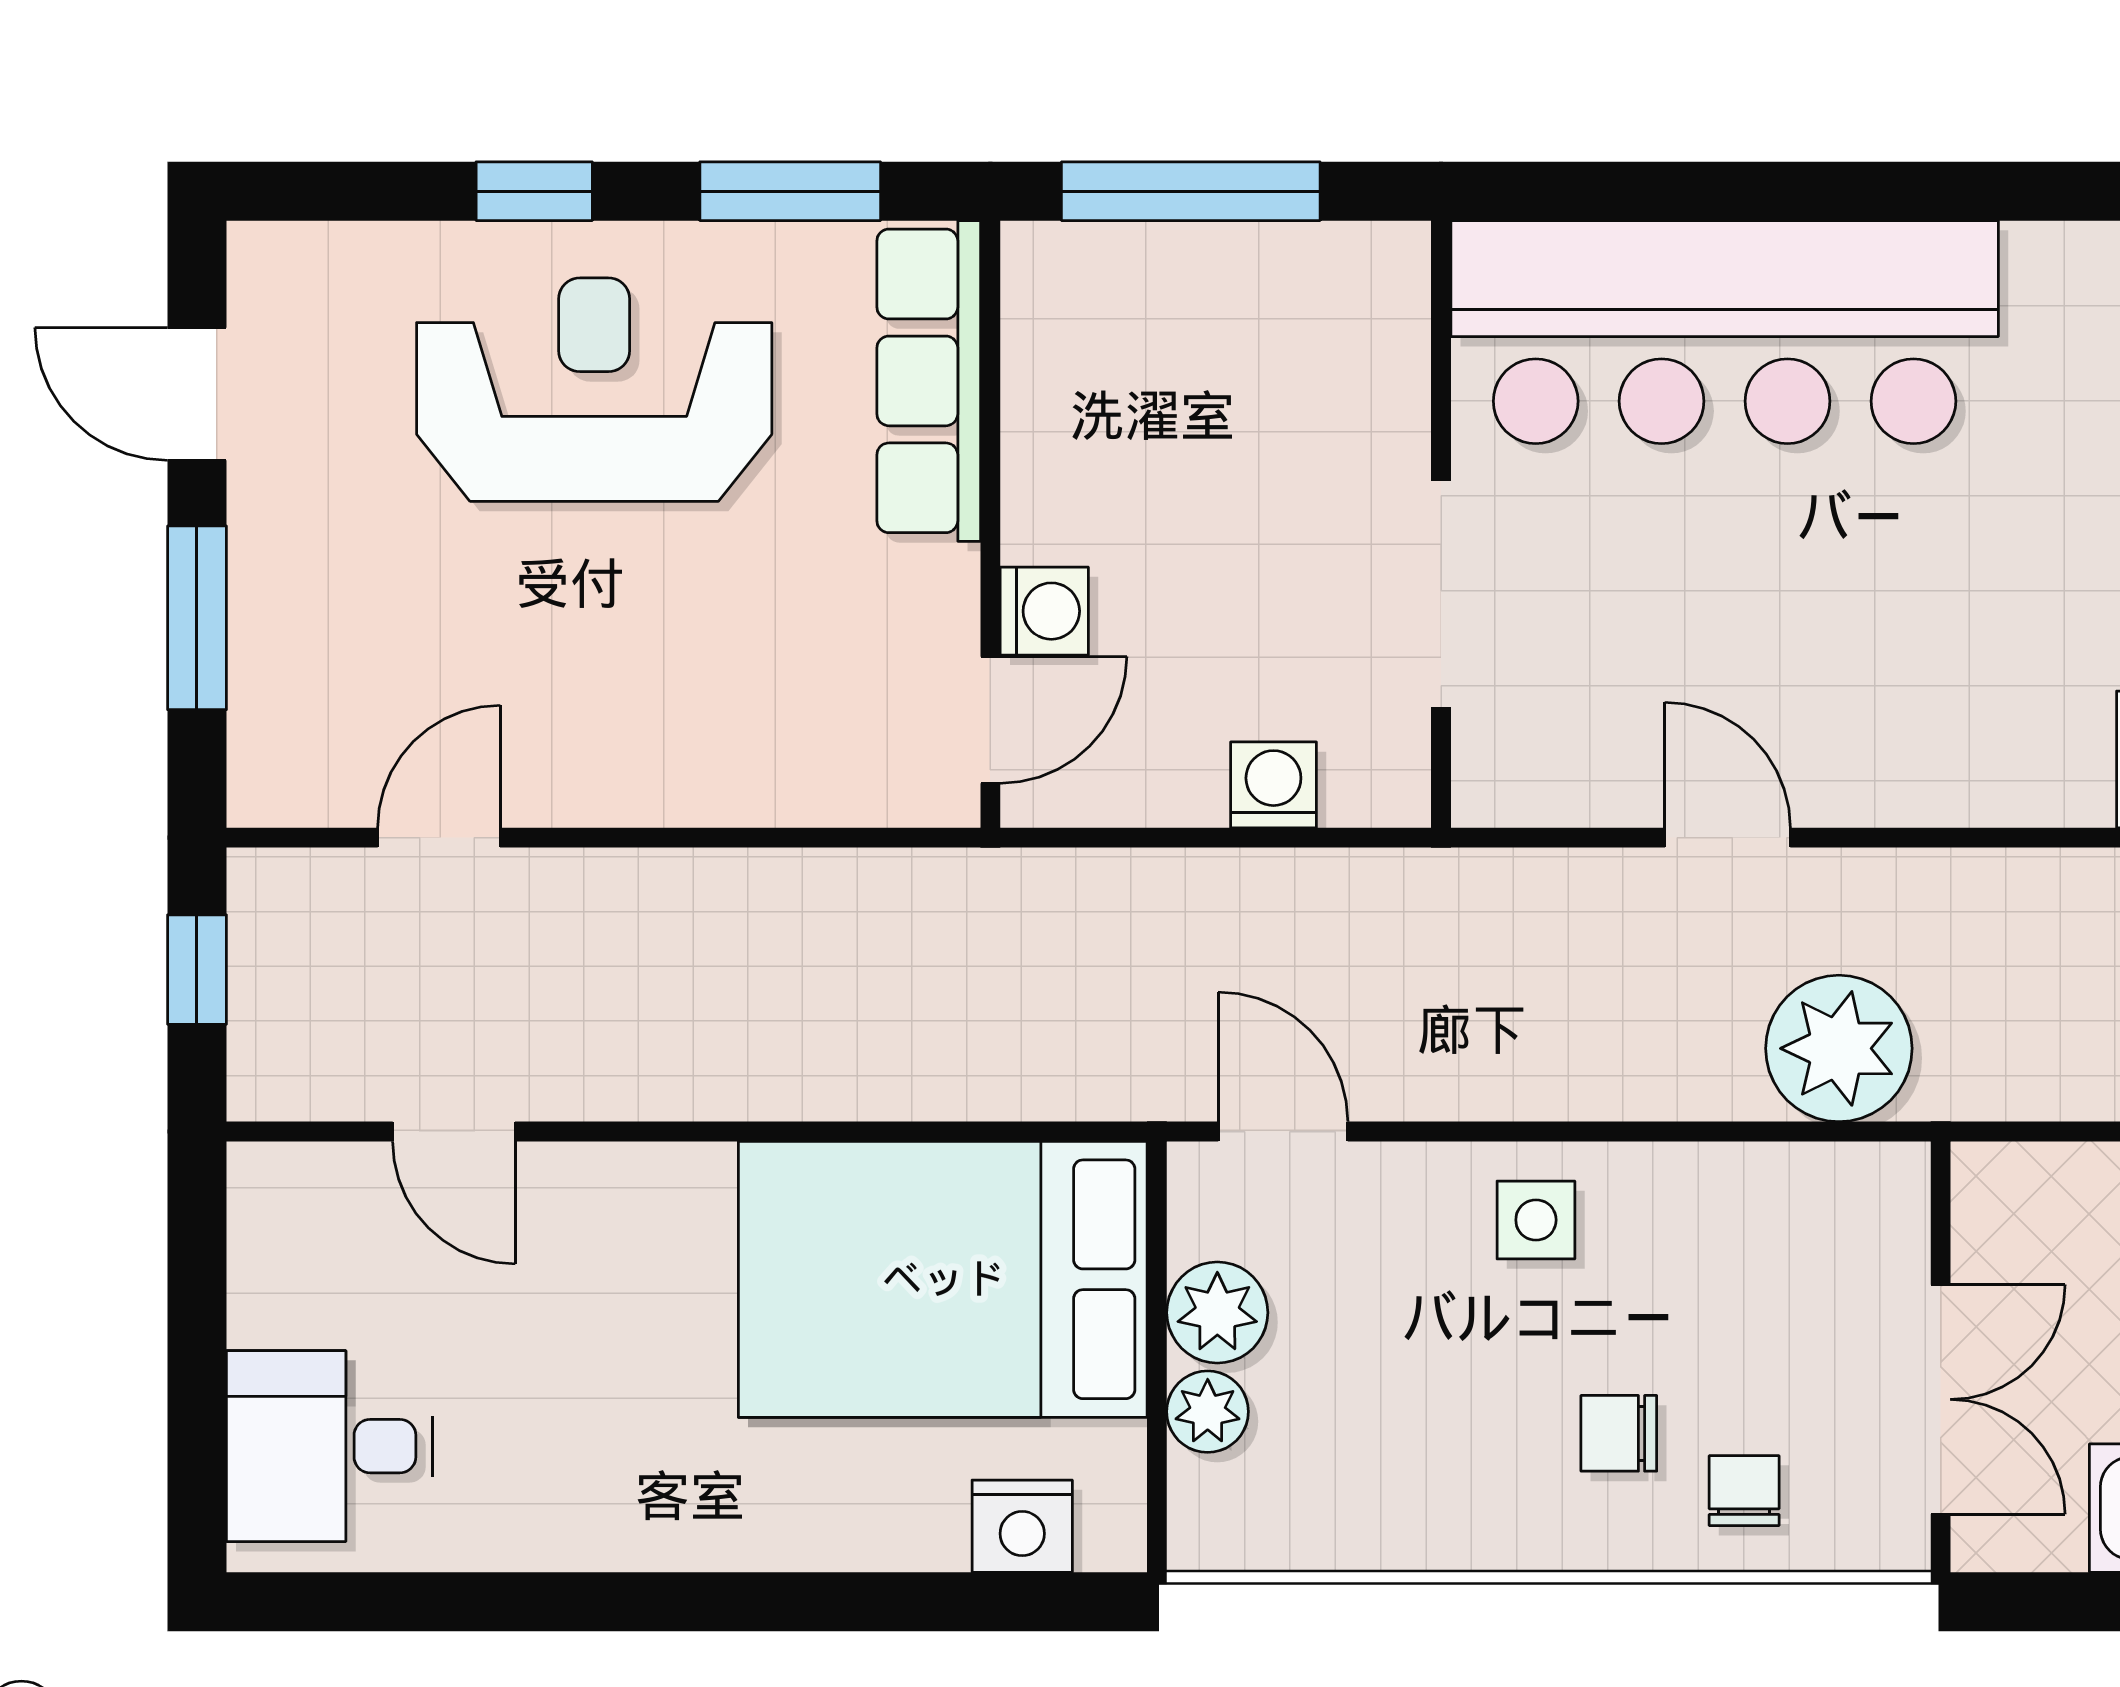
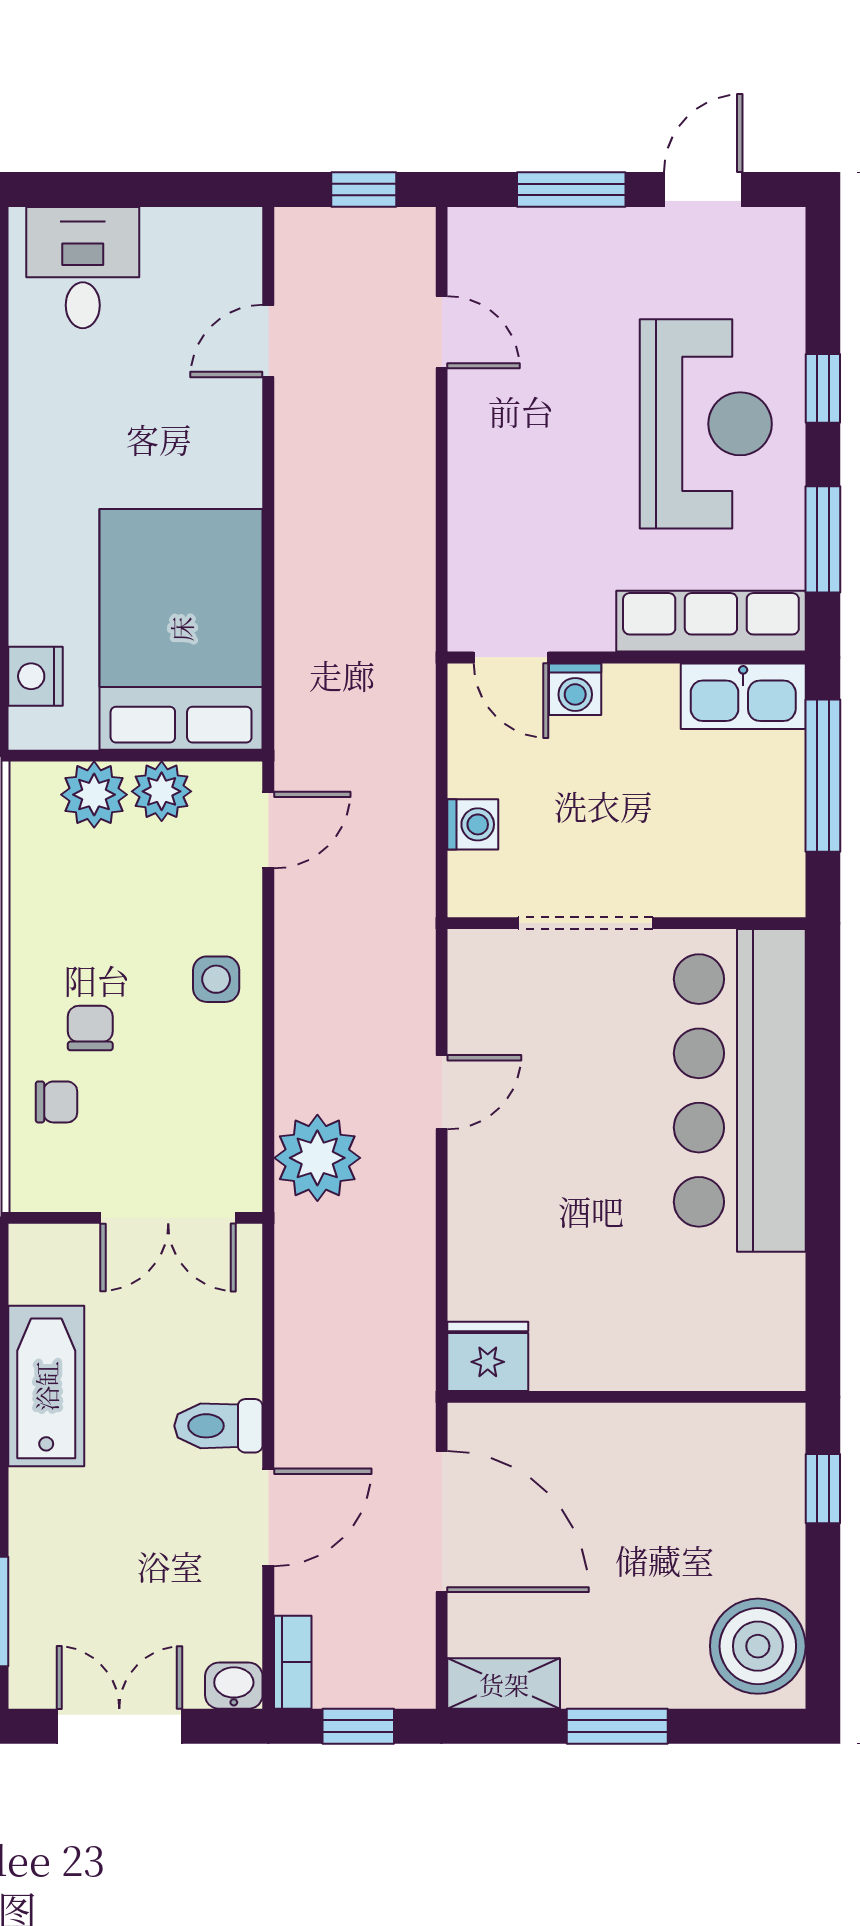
kitchen sink: (1056, 326) -> (743, 696), added
double door: (1941, 1399) -> (168, 1218), moved
plant: (1208, 1412) -> (94, 795), width x1.38, depth x1.38

